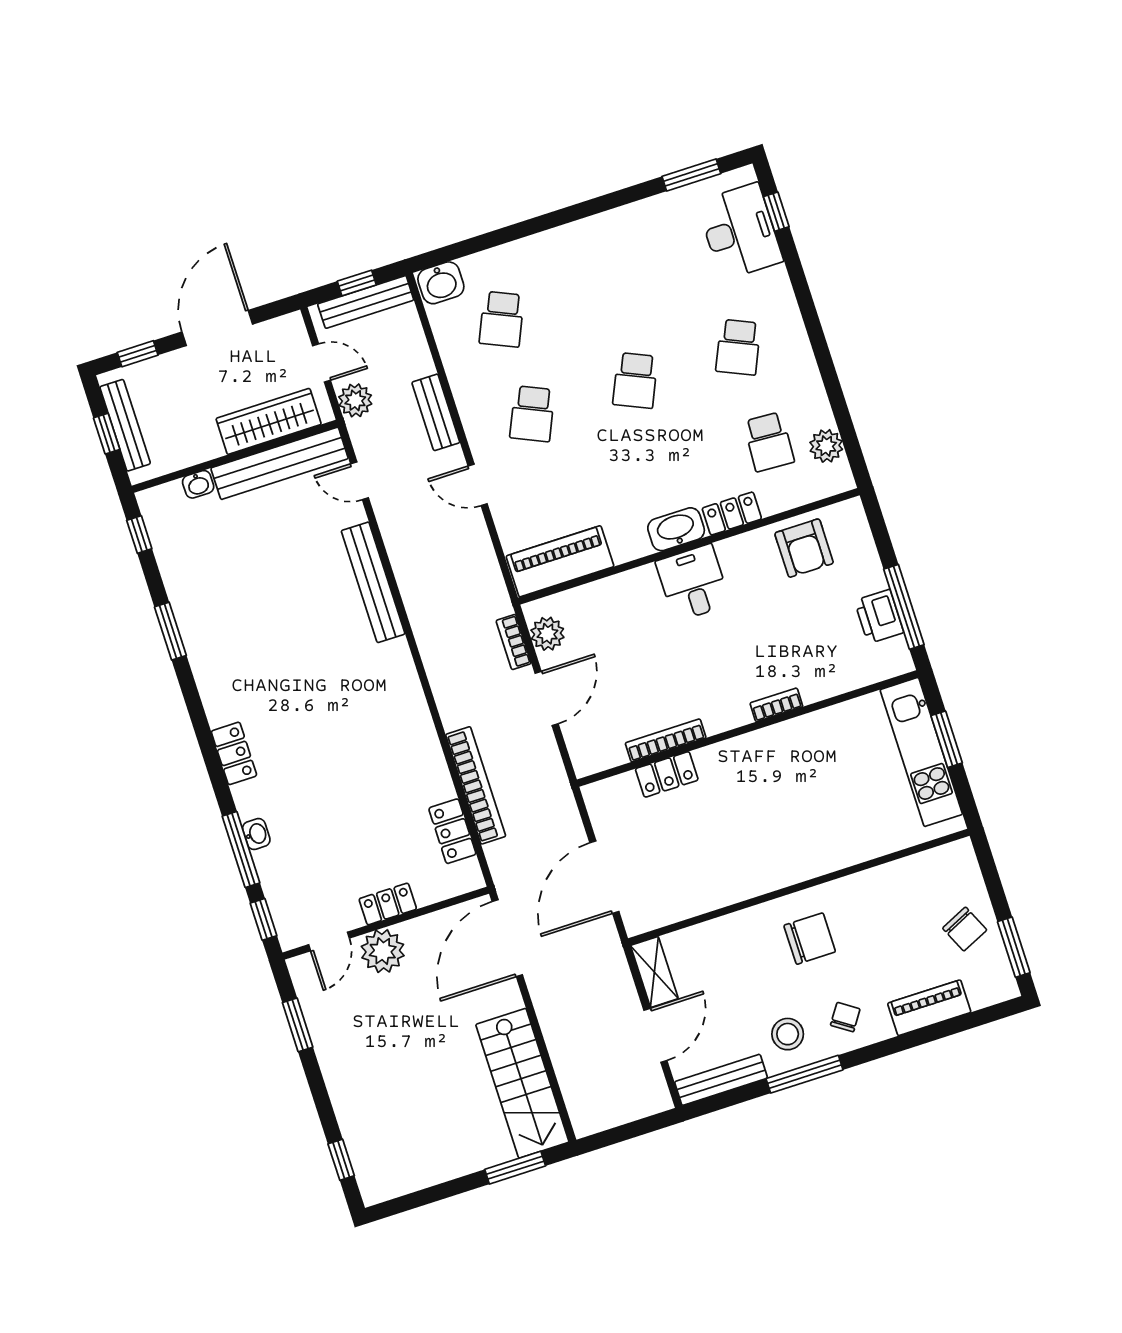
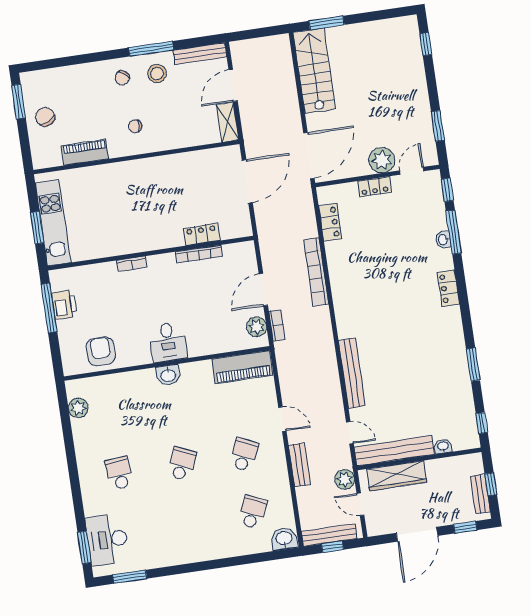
window: (776, 212) -> (84, 547), width x1.50
school desk: (738, 347) -> (119, 473), turned -30
bench: (125, 425) -> (480, 494), width x0.73
school desk: (769, 442) -> (111, 416), removed
locker: (732, 513) -> (139, 378), removed
washbasin: (676, 529) -> (168, 375), width x0.72
bookcase: (476, 785) -> (316, 272), moved
chair: (810, 939) -> (135, 126), width x0.54, depth x0.54
piano: (929, 1008) -> (85, 152), moved, turned 180

